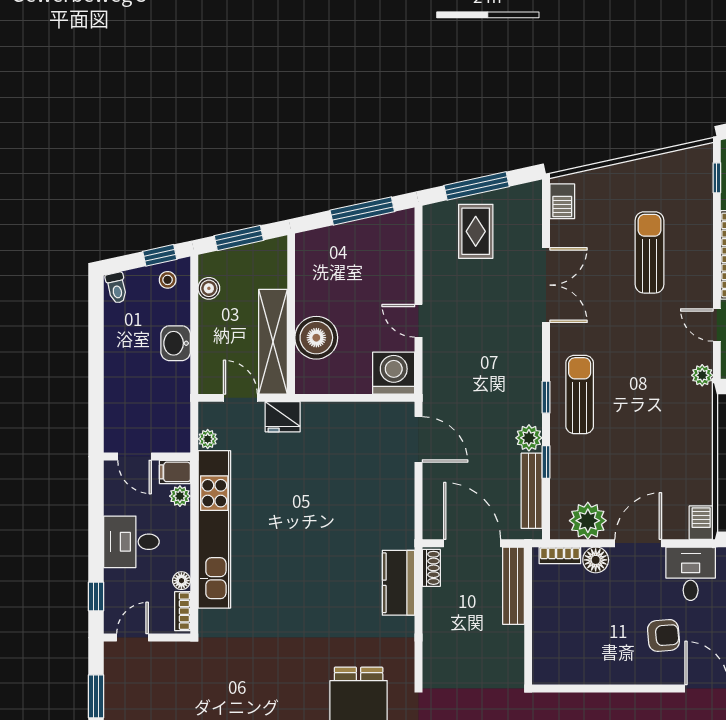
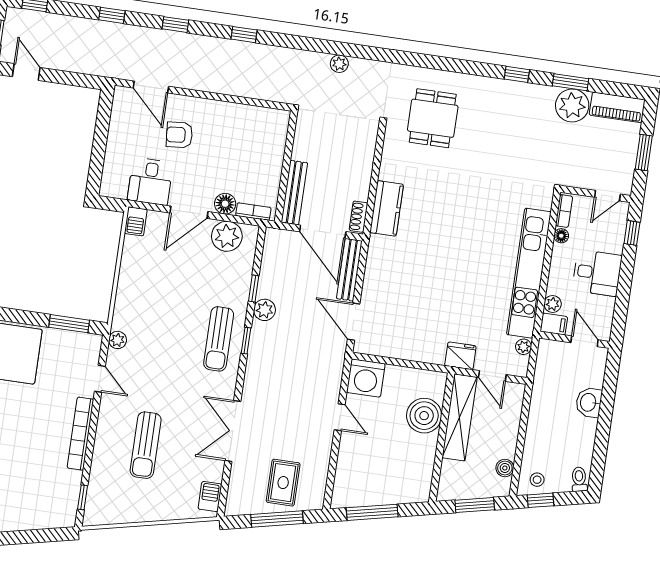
washbasin: (176, 343) -> (589, 402), moved, turned 180
bench: (532, 491) -> (349, 270), moved

